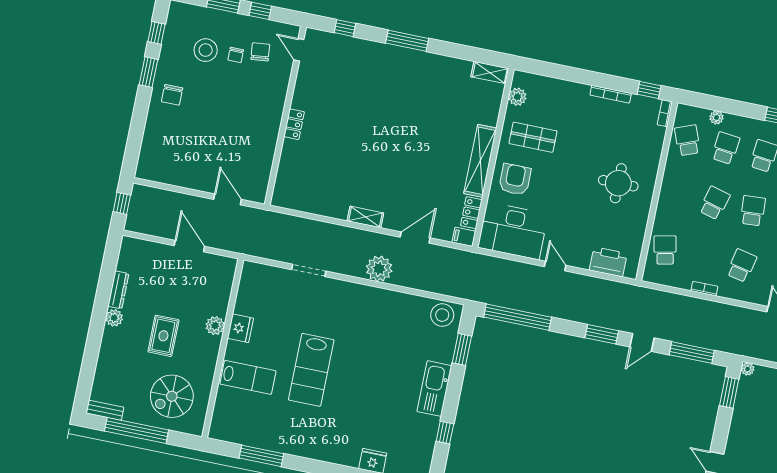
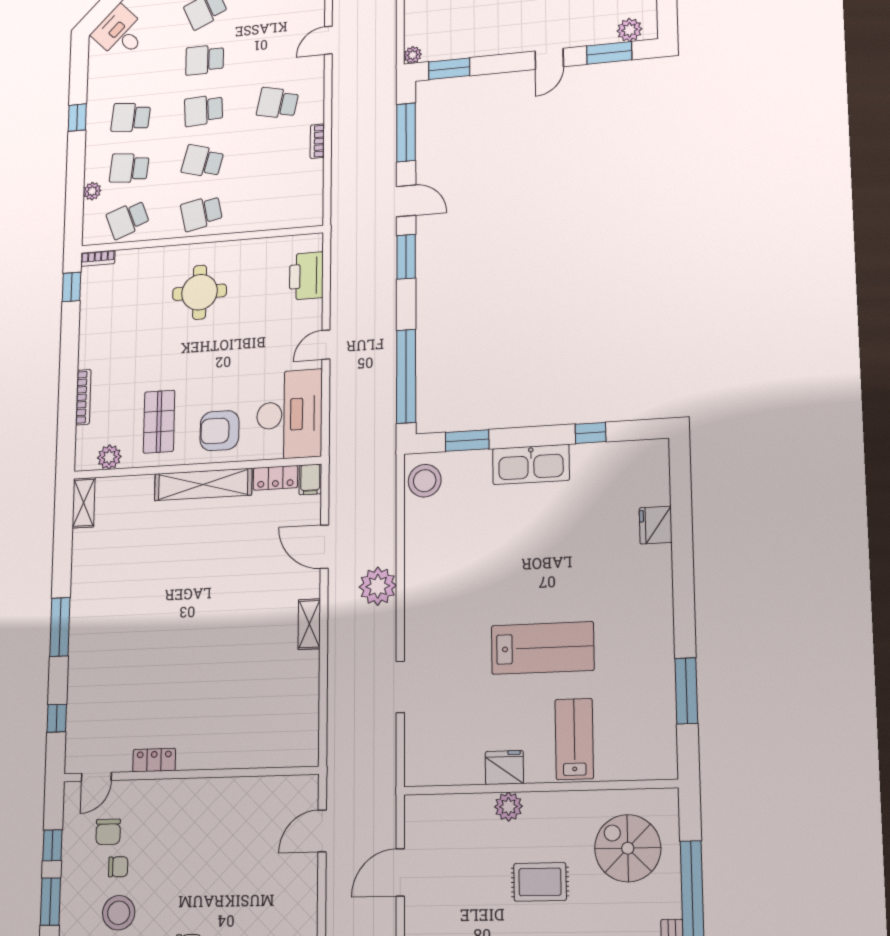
chair: (260, 52) -> (108, 832), turned -84
bookcase: (611, 94) -> (83, 397), moved
locker: (294, 124) -> (154, 760), moved
school desk: (665, 250) -> (201, 213), moved
spiral stairs: (172, 396) -> (628, 848), turned 180

